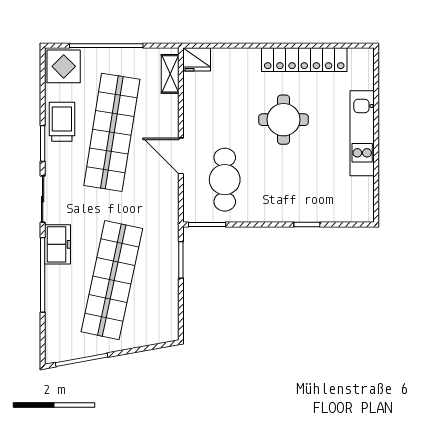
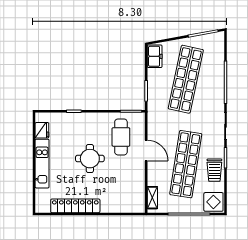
fridge: (197, 59) -> (42, 130), moved, turned 90
round table: (284, 120) -> (90, 159), moved
freezer: (58, 244) -> (155, 56), moved, turned 180

